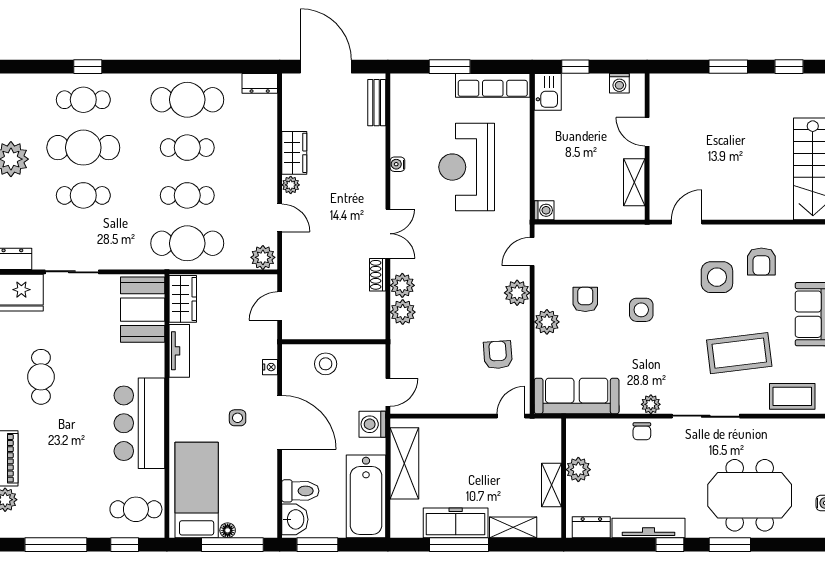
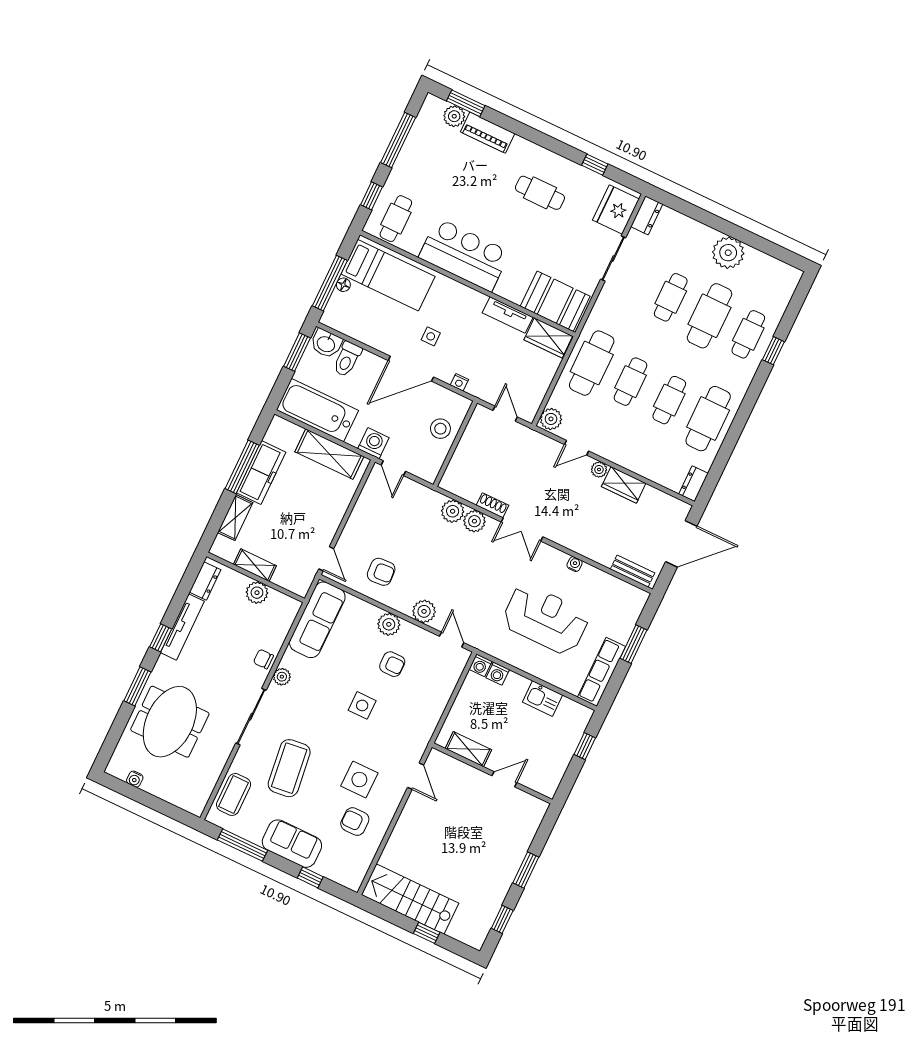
washing machine: (619, 83) -> (498, 674), moved, turned -90
kitchen sink: (548, 92) -> (543, 699), moved

